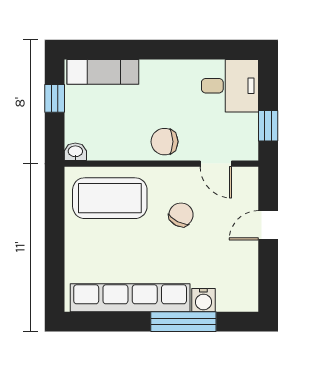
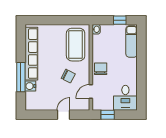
door: (268, 225) -> (63, 115), hinge flipped

